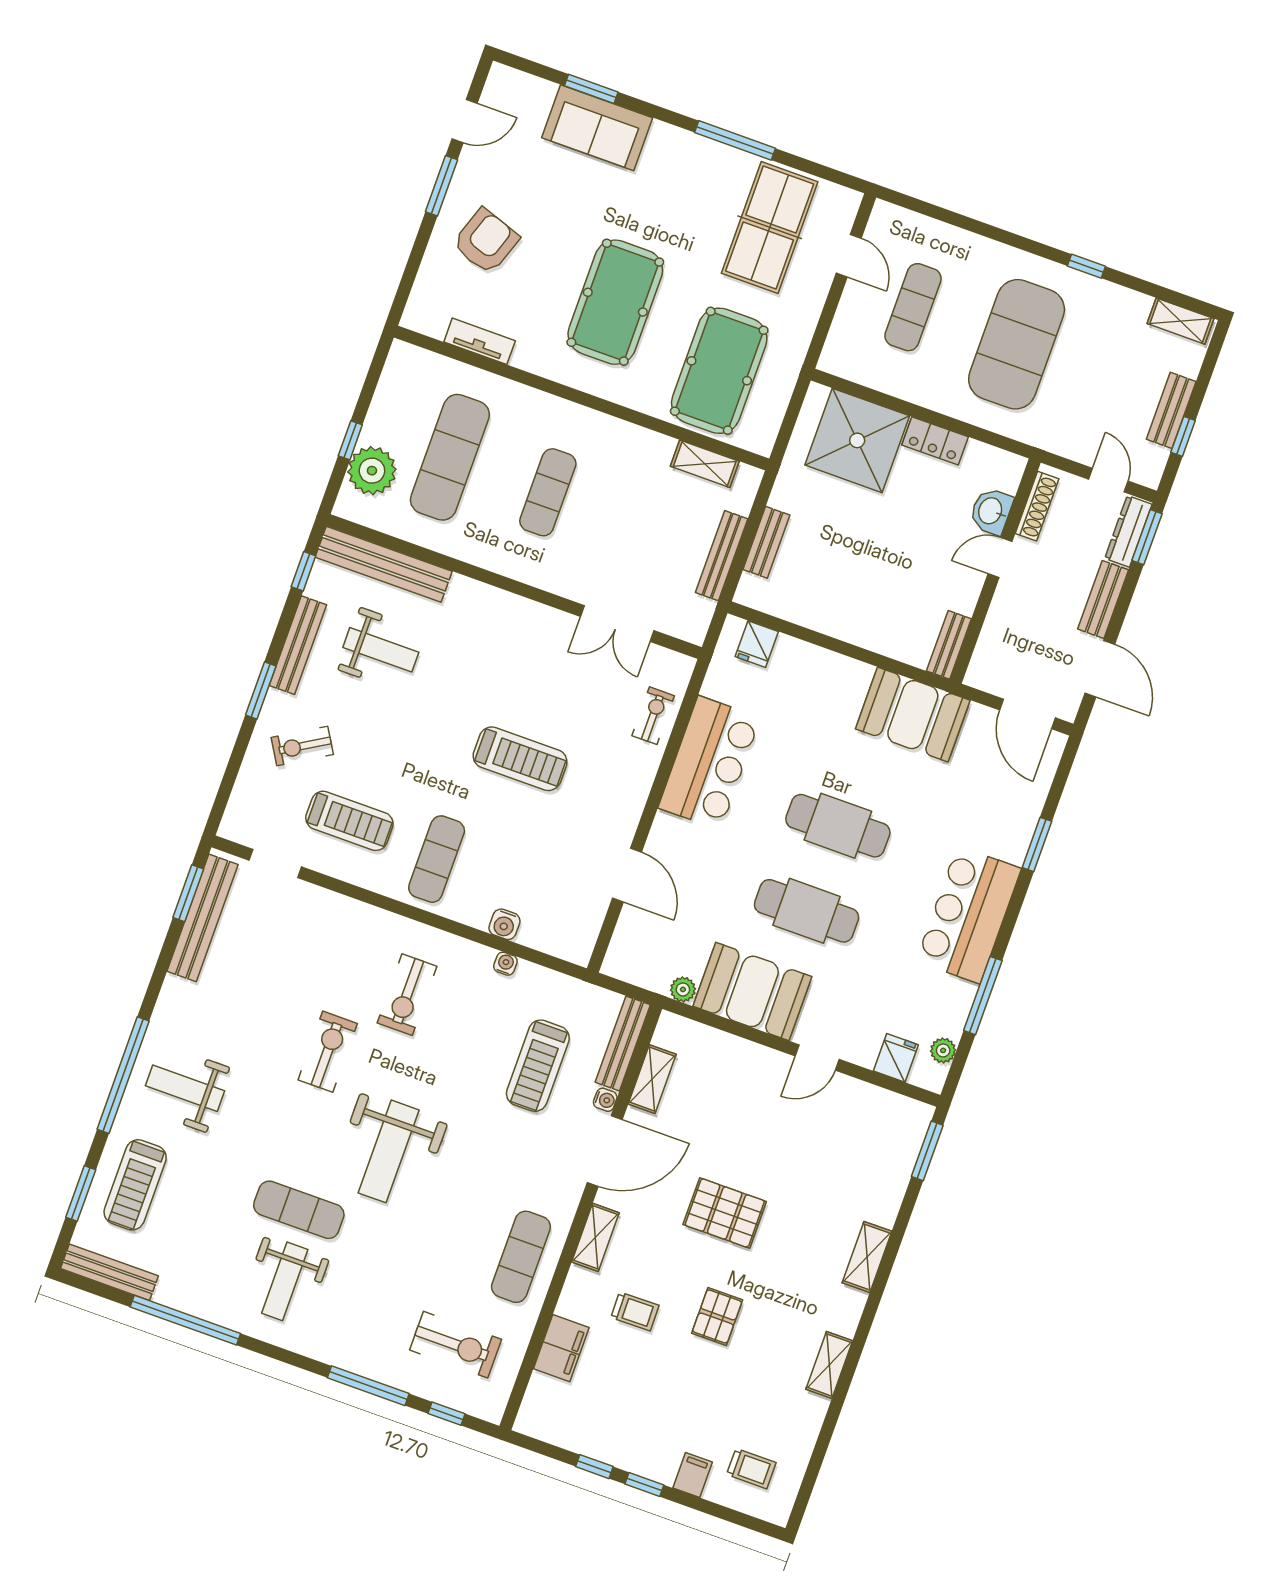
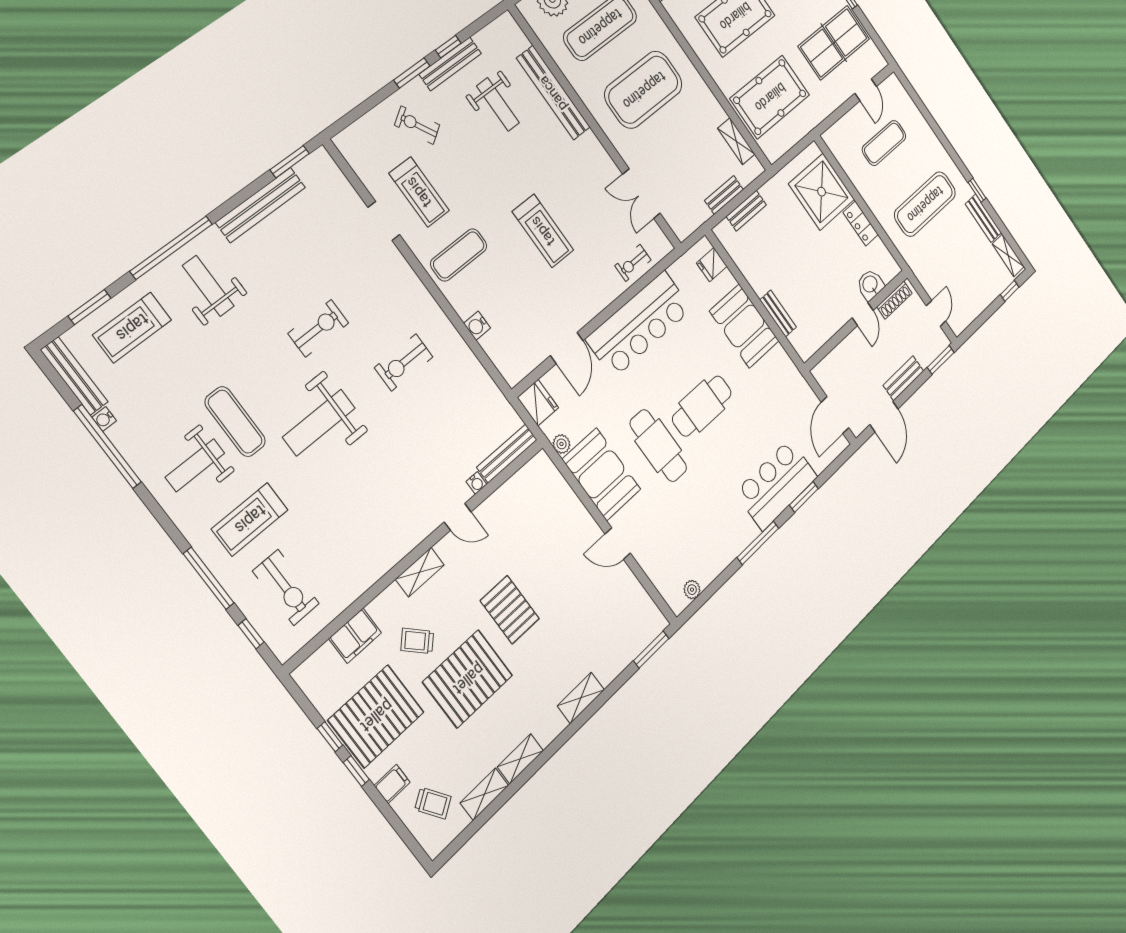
exercise mat: (1017, 344) -> (925, 204), width x0.68
bench: (1171, 410) -> (983, 218), moved, turned 90
window: (1183, 436) -> (1010, 291), moved
exercise mat: (548, 492) -> (644, 90), width x2.00, depth x1.45
dresser: (1128, 531) -> (933, 350), removed
bench: (722, 556) -> (724, 195), width x0.73
door: (1000, 558) -> (863, 314), swing flipped
bench: (384, 564) -> (553, 93), moved
window: (303, 571) -> (448, 47), moved
bench: (949, 645) -> (778, 314), moved, turned 90
booth: (913, 715) -> (744, 326), moved
exercise bike: (653, 716) -> (633, 263), turned 180
bar counter: (709, 763) -> (639, 324), width x1.36
cafe table: (838, 826) -> (702, 406), turned 90
doorway: (275, 864) -> (384, 221), moved
bar counter: (969, 915) -> (776, 484), moved
bench: (202, 918) -> (261, 205), moved
water cooler: (505, 964) -> (104, 419), moved, turned 180
exercise bike: (407, 995) -> (404, 362), moved
window: (983, 996) -> (758, 543), moved
fridge: (896, 1058) -> (538, 403), moved, width x1.38
treadmill: (538, 1066) -> (250, 519), moved
shelving: (652, 1079) -> (484, 794), moved
door: (605, 1151) -> (458, 517), width x0.53
exercise mat: (521, 1257) -> (364, 554), removed
trolley: (635, 1311) -> (417, 641), turned 136
pallet: (717, 1316) -> (468, 679), width x2.05, depth x2.00
pallet: (634, 1416) -> (376, 716), added
trolley: (751, 1469) -> (433, 803), turned -33

